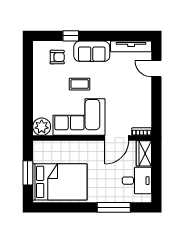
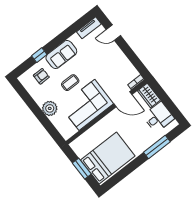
tv unit: (131, 46) -> (89, 28), width x0.71
plant: (42, 127) -> (50, 108), moved
door: (117, 138) -> (123, 99), hinge flipped

